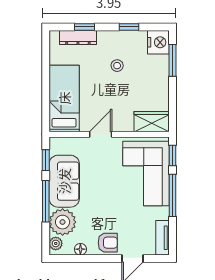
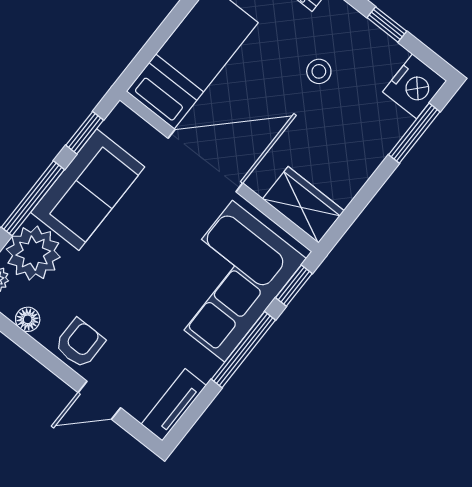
door: (101, 134) -> (205, 161), width x1.87
armchair: (108, 243) -> (80, 343), turned -90

